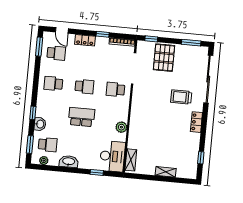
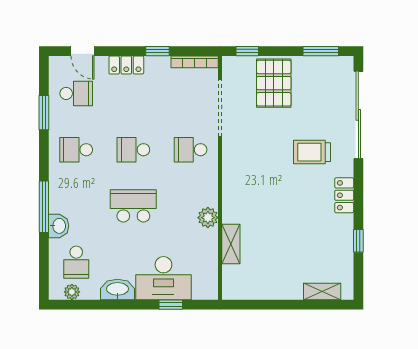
window: (39, 47) -> (44, 113), moved
school desk: (84, 87) -> (133, 150), turned 180
window: (33, 113) -> (44, 207), width x2.17
window: (30, 144) -> (44, 265), removed
school desk: (48, 145) -> (76, 262), turned 90
desk: (112, 156) -> (163, 278), moved, turned 90
window: (201, 158) -> (358, 241), moved
shelving: (131, 160) -> (231, 244), moved
shelving: (166, 172) -> (322, 291), moved

